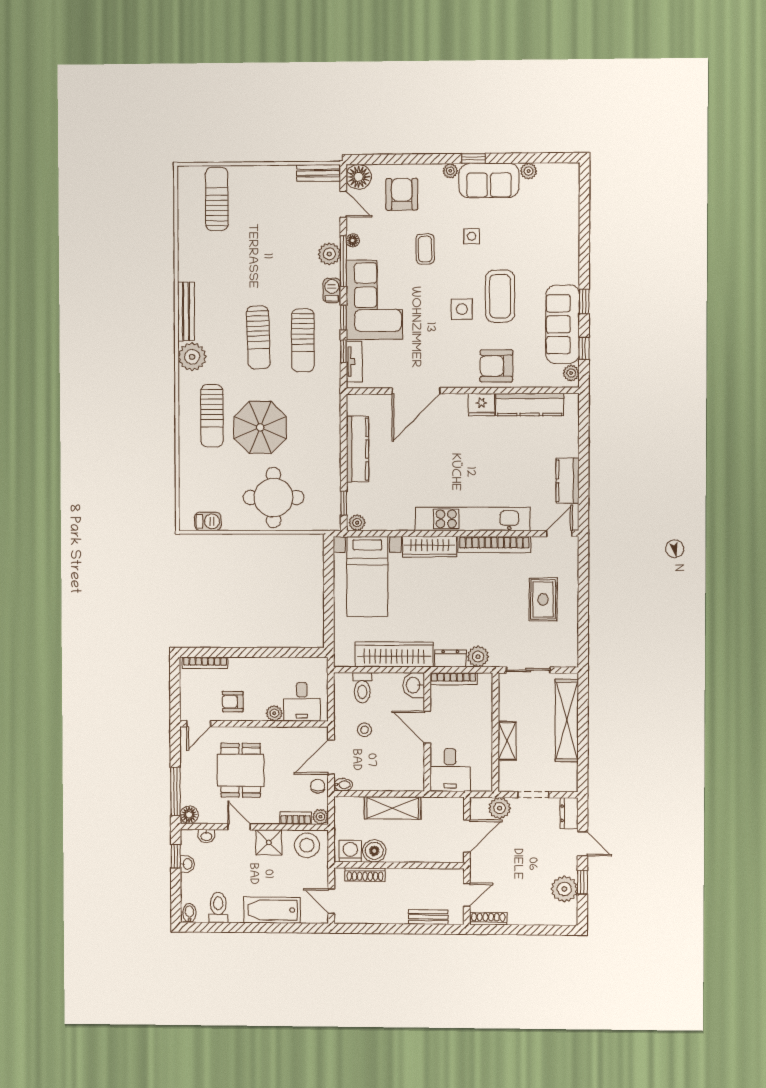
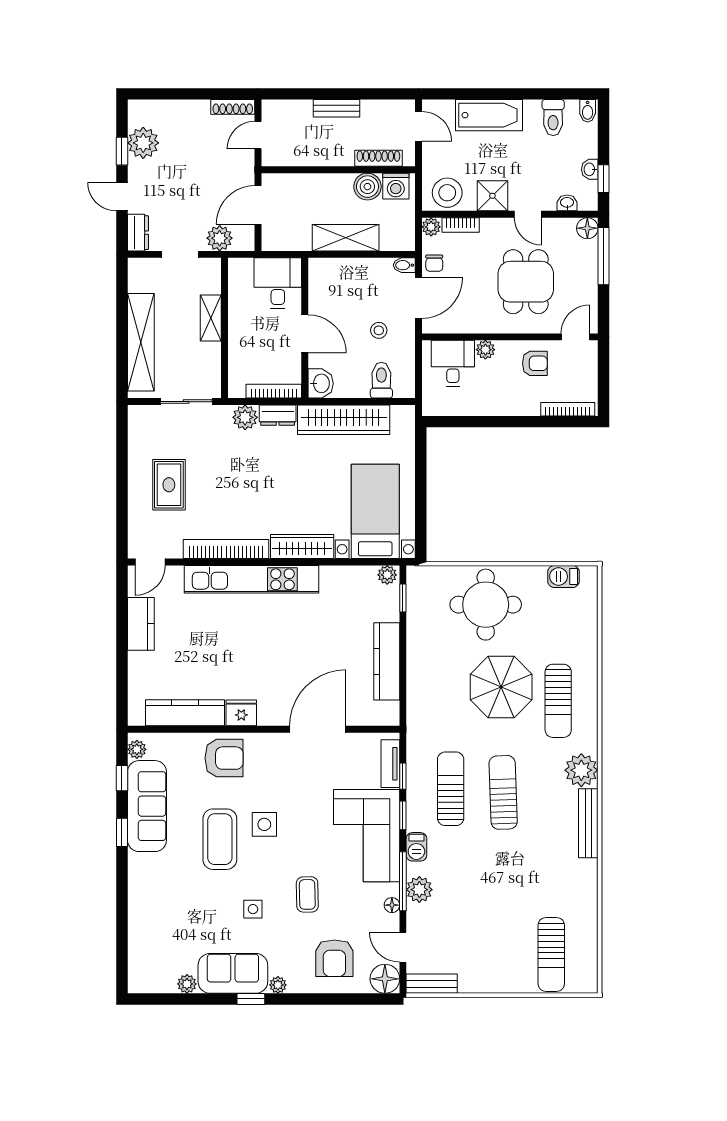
sun lounger: (212, 416) -> (558, 701), turned 180
bench: (428, 917) -> (337, 108), moved

